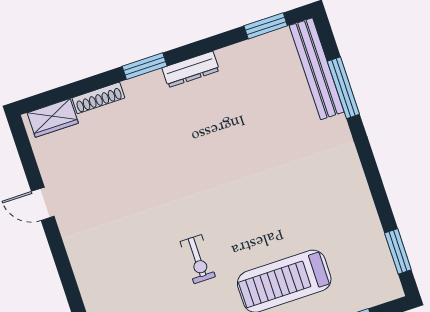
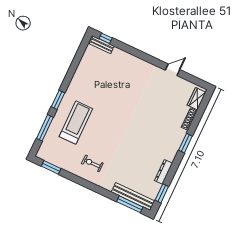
dresser: (191, 69) -> (163, 172), moved
window: (343, 88) -> (130, 204), moved
exercise bike: (198, 259) -> (92, 163), moved

